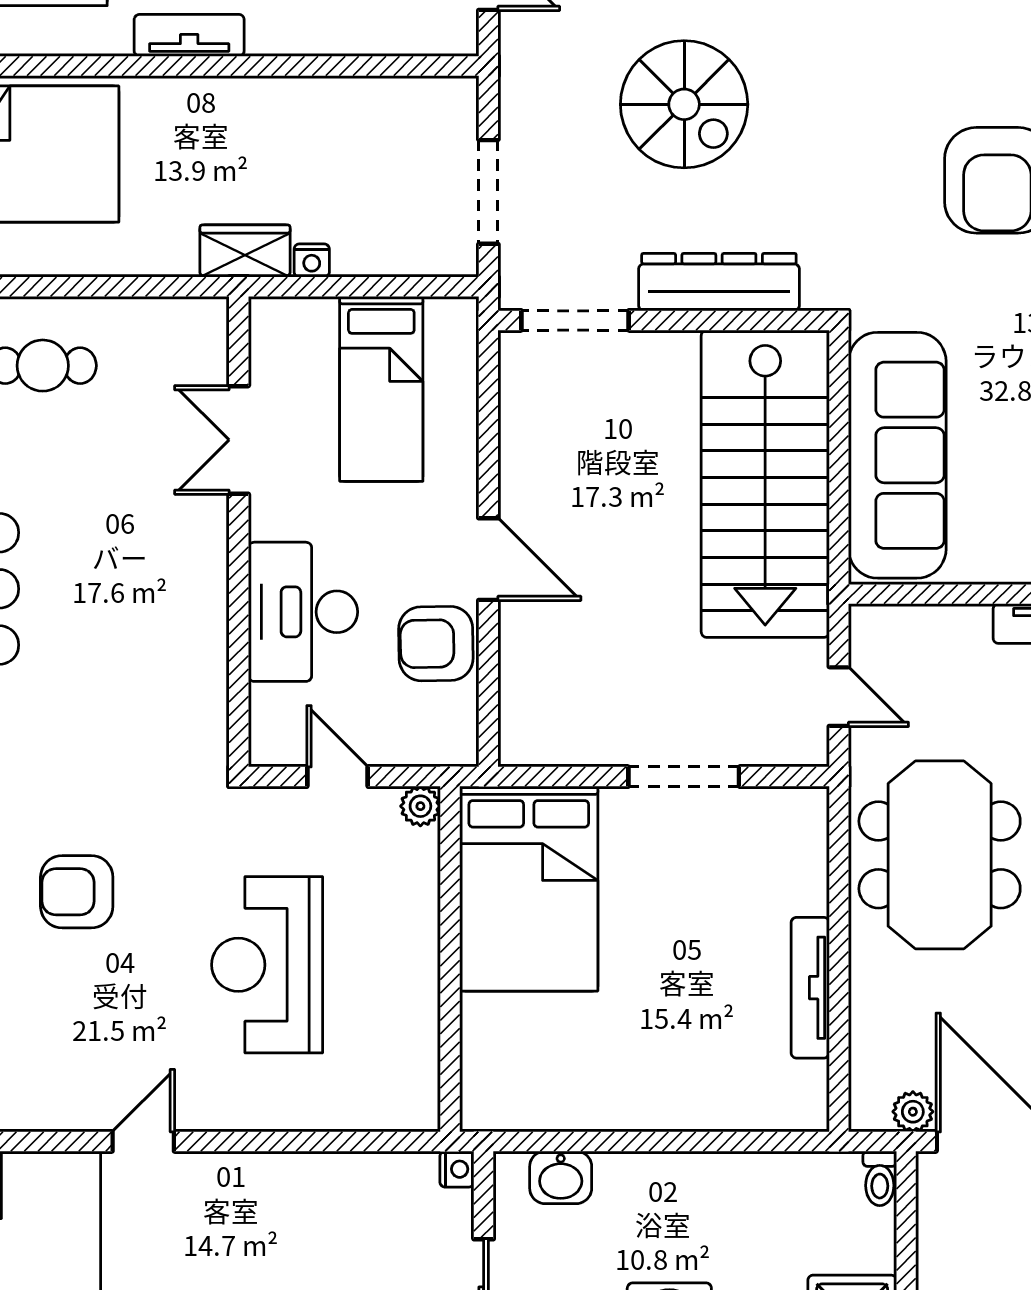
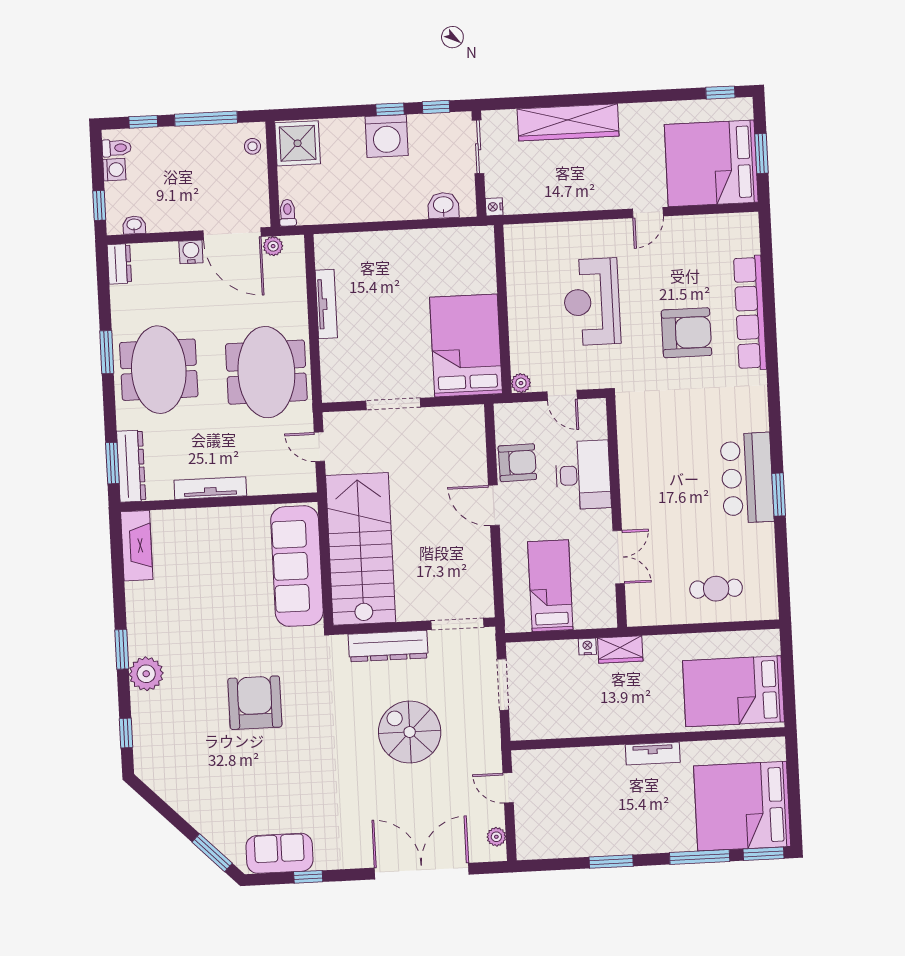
armchair: (77, 892) -> (687, 333), width x1.36, depth x1.36
reception desk: (267, 965) -> (592, 302), turned 180

